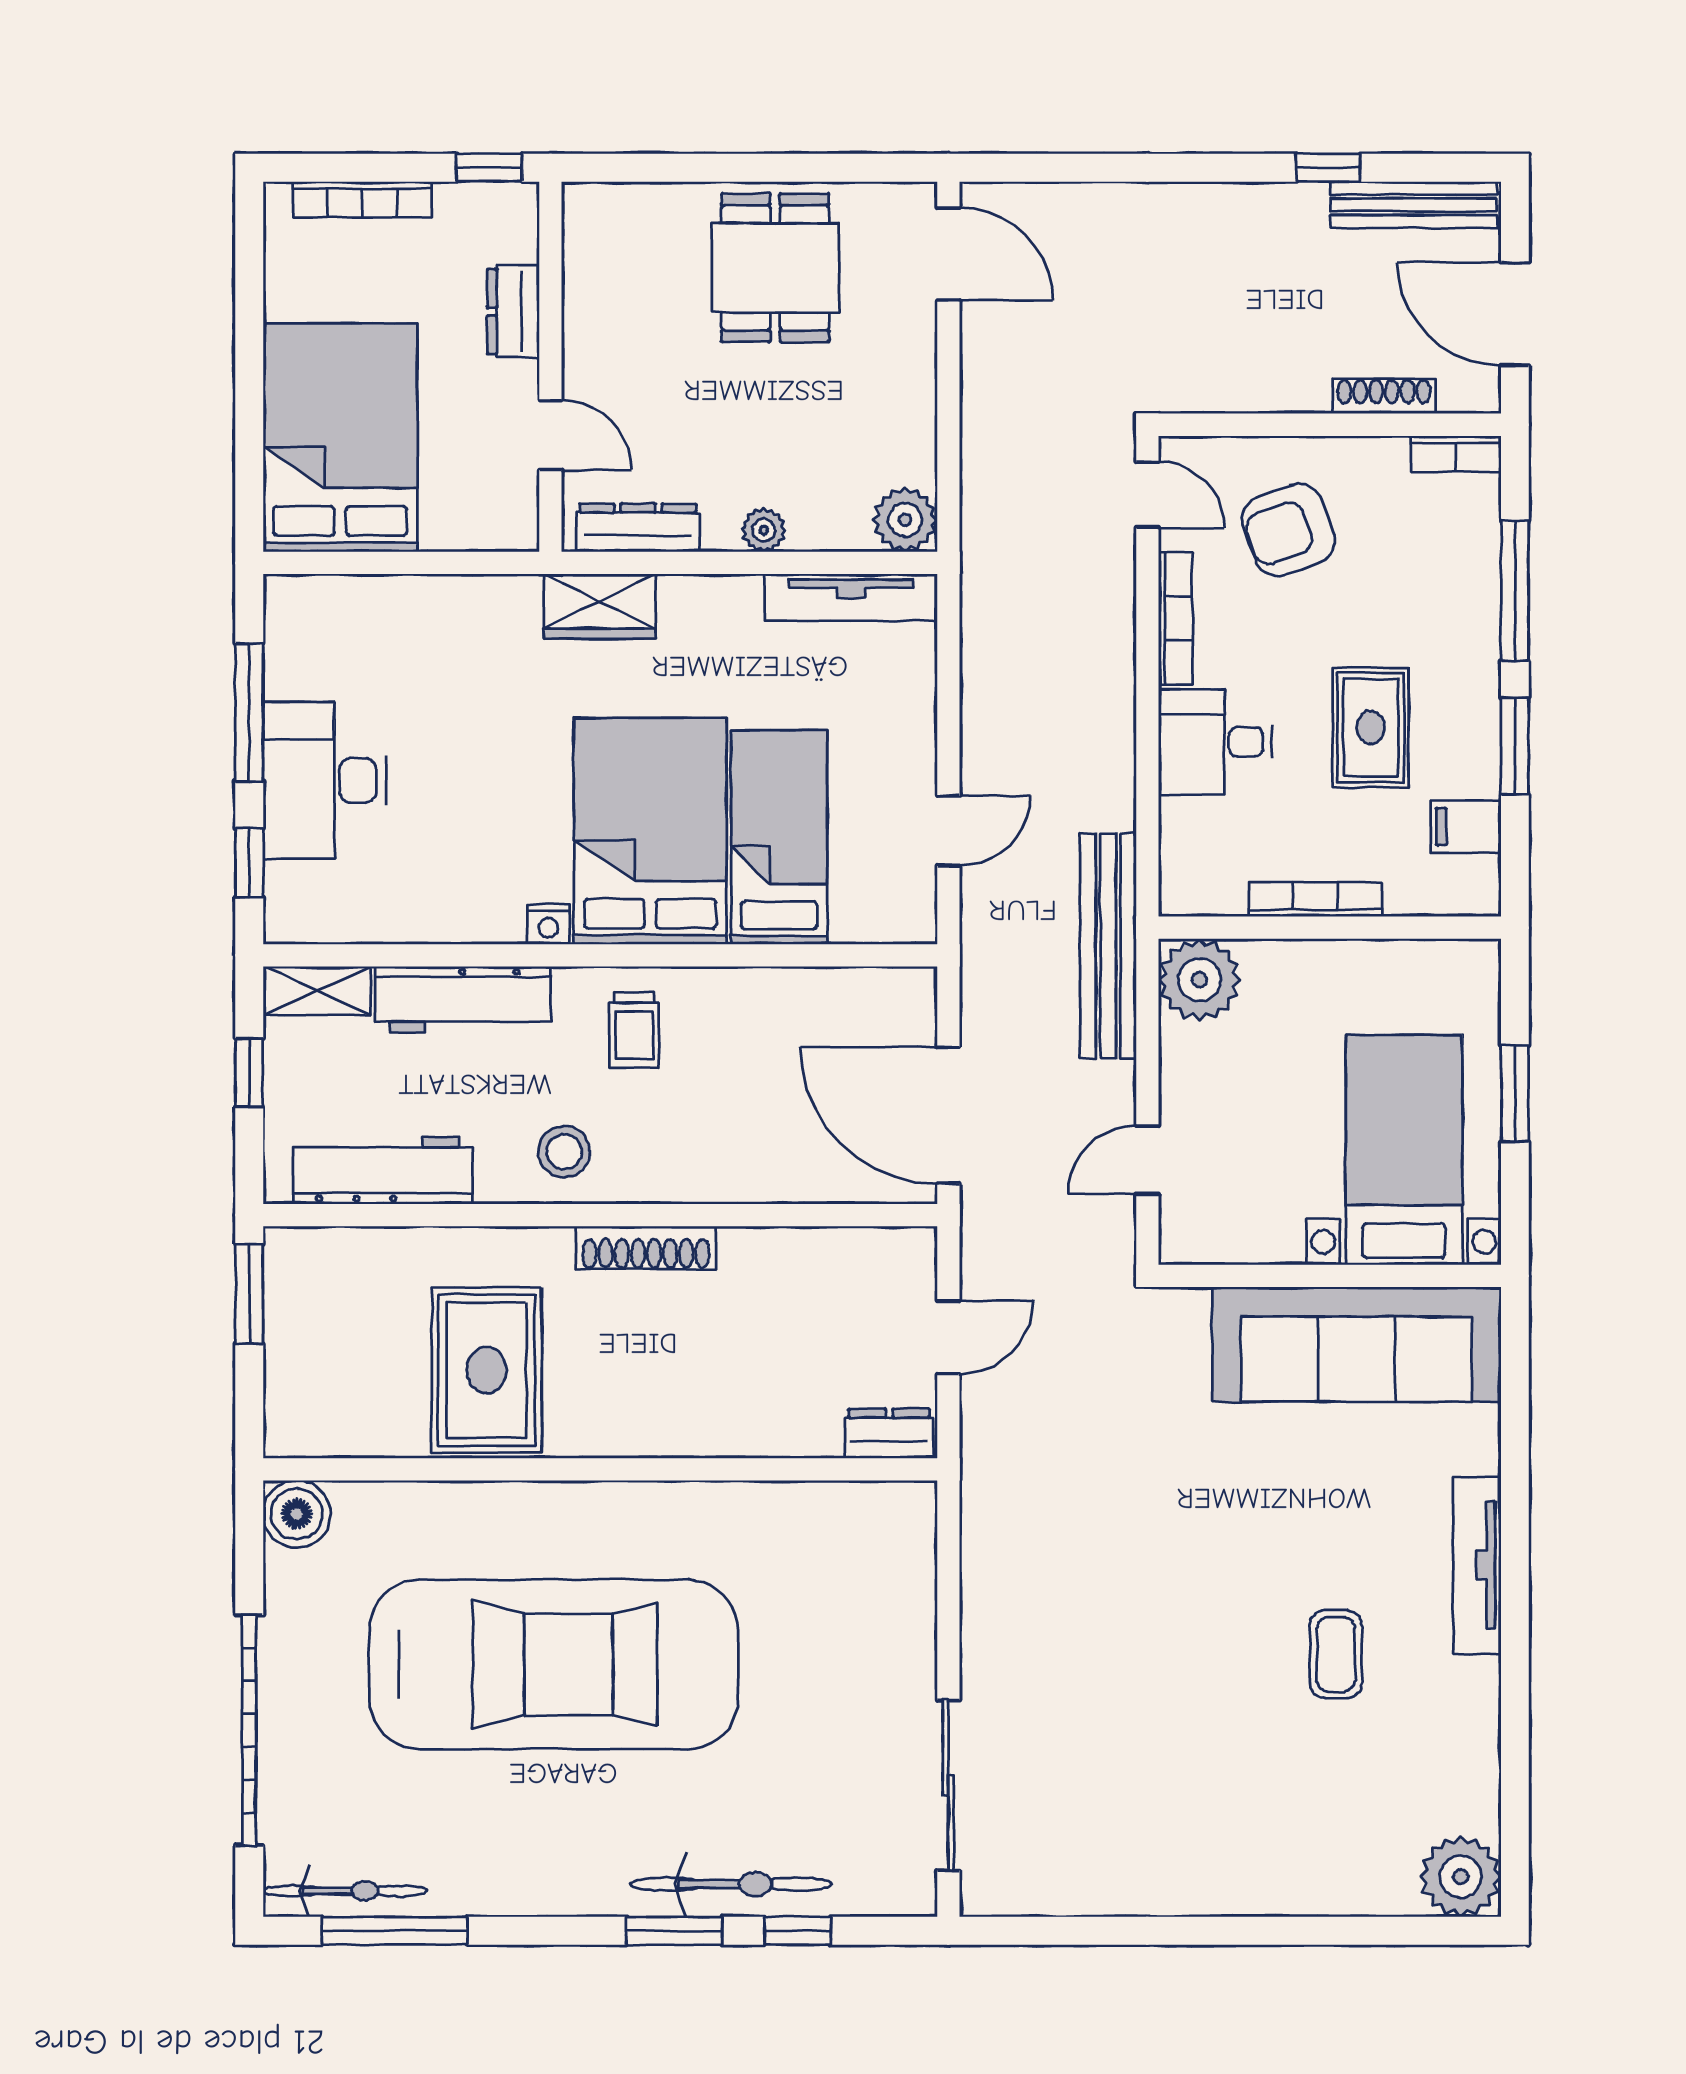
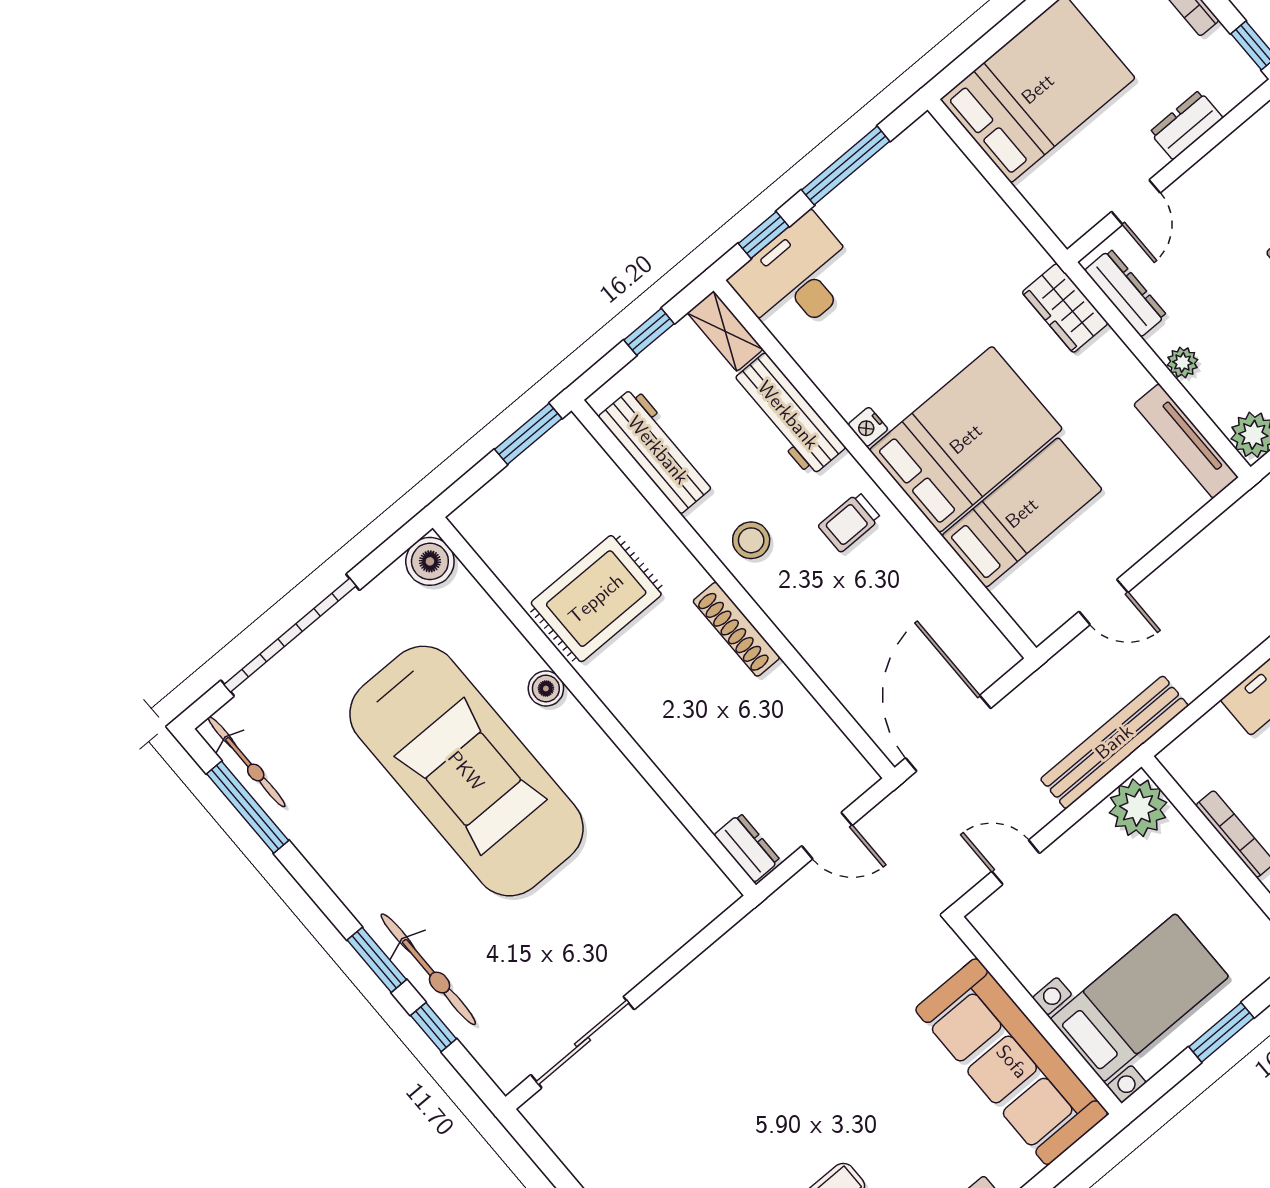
desk: (325, 780) -> (797, 278), moved
boiler: (537, 1505) -> (546, 688), added

